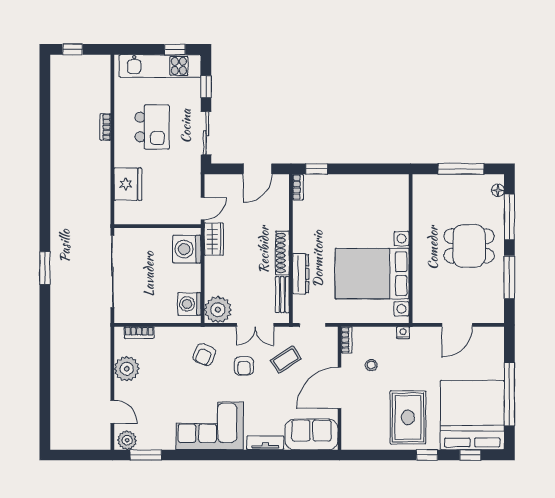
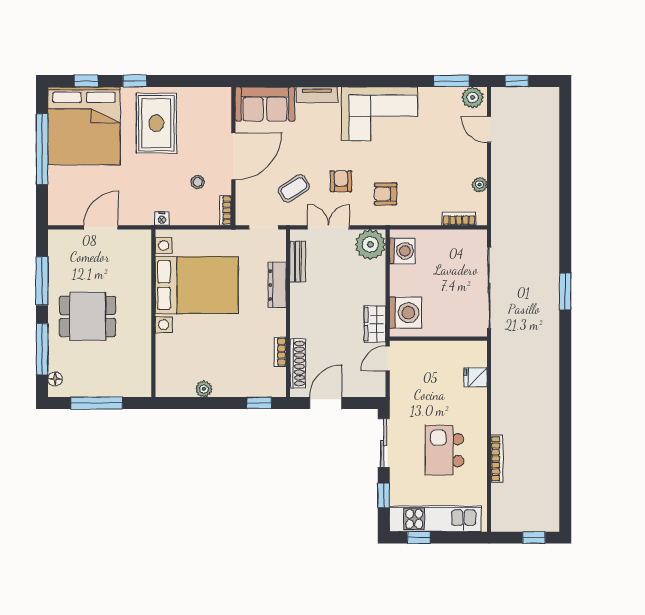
bookcase: (105, 127) -> (497, 459), width x1.56
plant: (366, 181) -> (204, 389), added
fridge: (128, 184) -> (476, 377), width x0.53, depth x0.75
bookcase: (298, 187) -> (280, 352), moved
shoe rack: (282, 253) -> (298, 364), moved
armchair: (204, 355) -> (386, 194), turned -113
plant: (127, 369) -> (480, 185), width x0.53, depth x0.53
window: (88, 455) -> (517, 81), added

